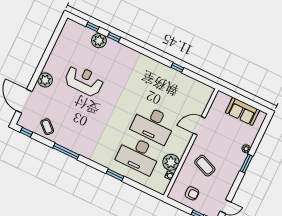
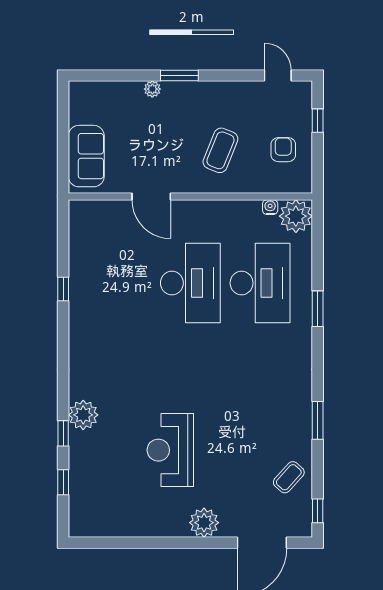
plant: (99, 41) -> (83, 415), moved
sofa: (243, 111) -> (86, 156), moved
window: (66, 151) -> (318, 420), width x0.69
plant: (171, 162) -> (296, 216), moved

